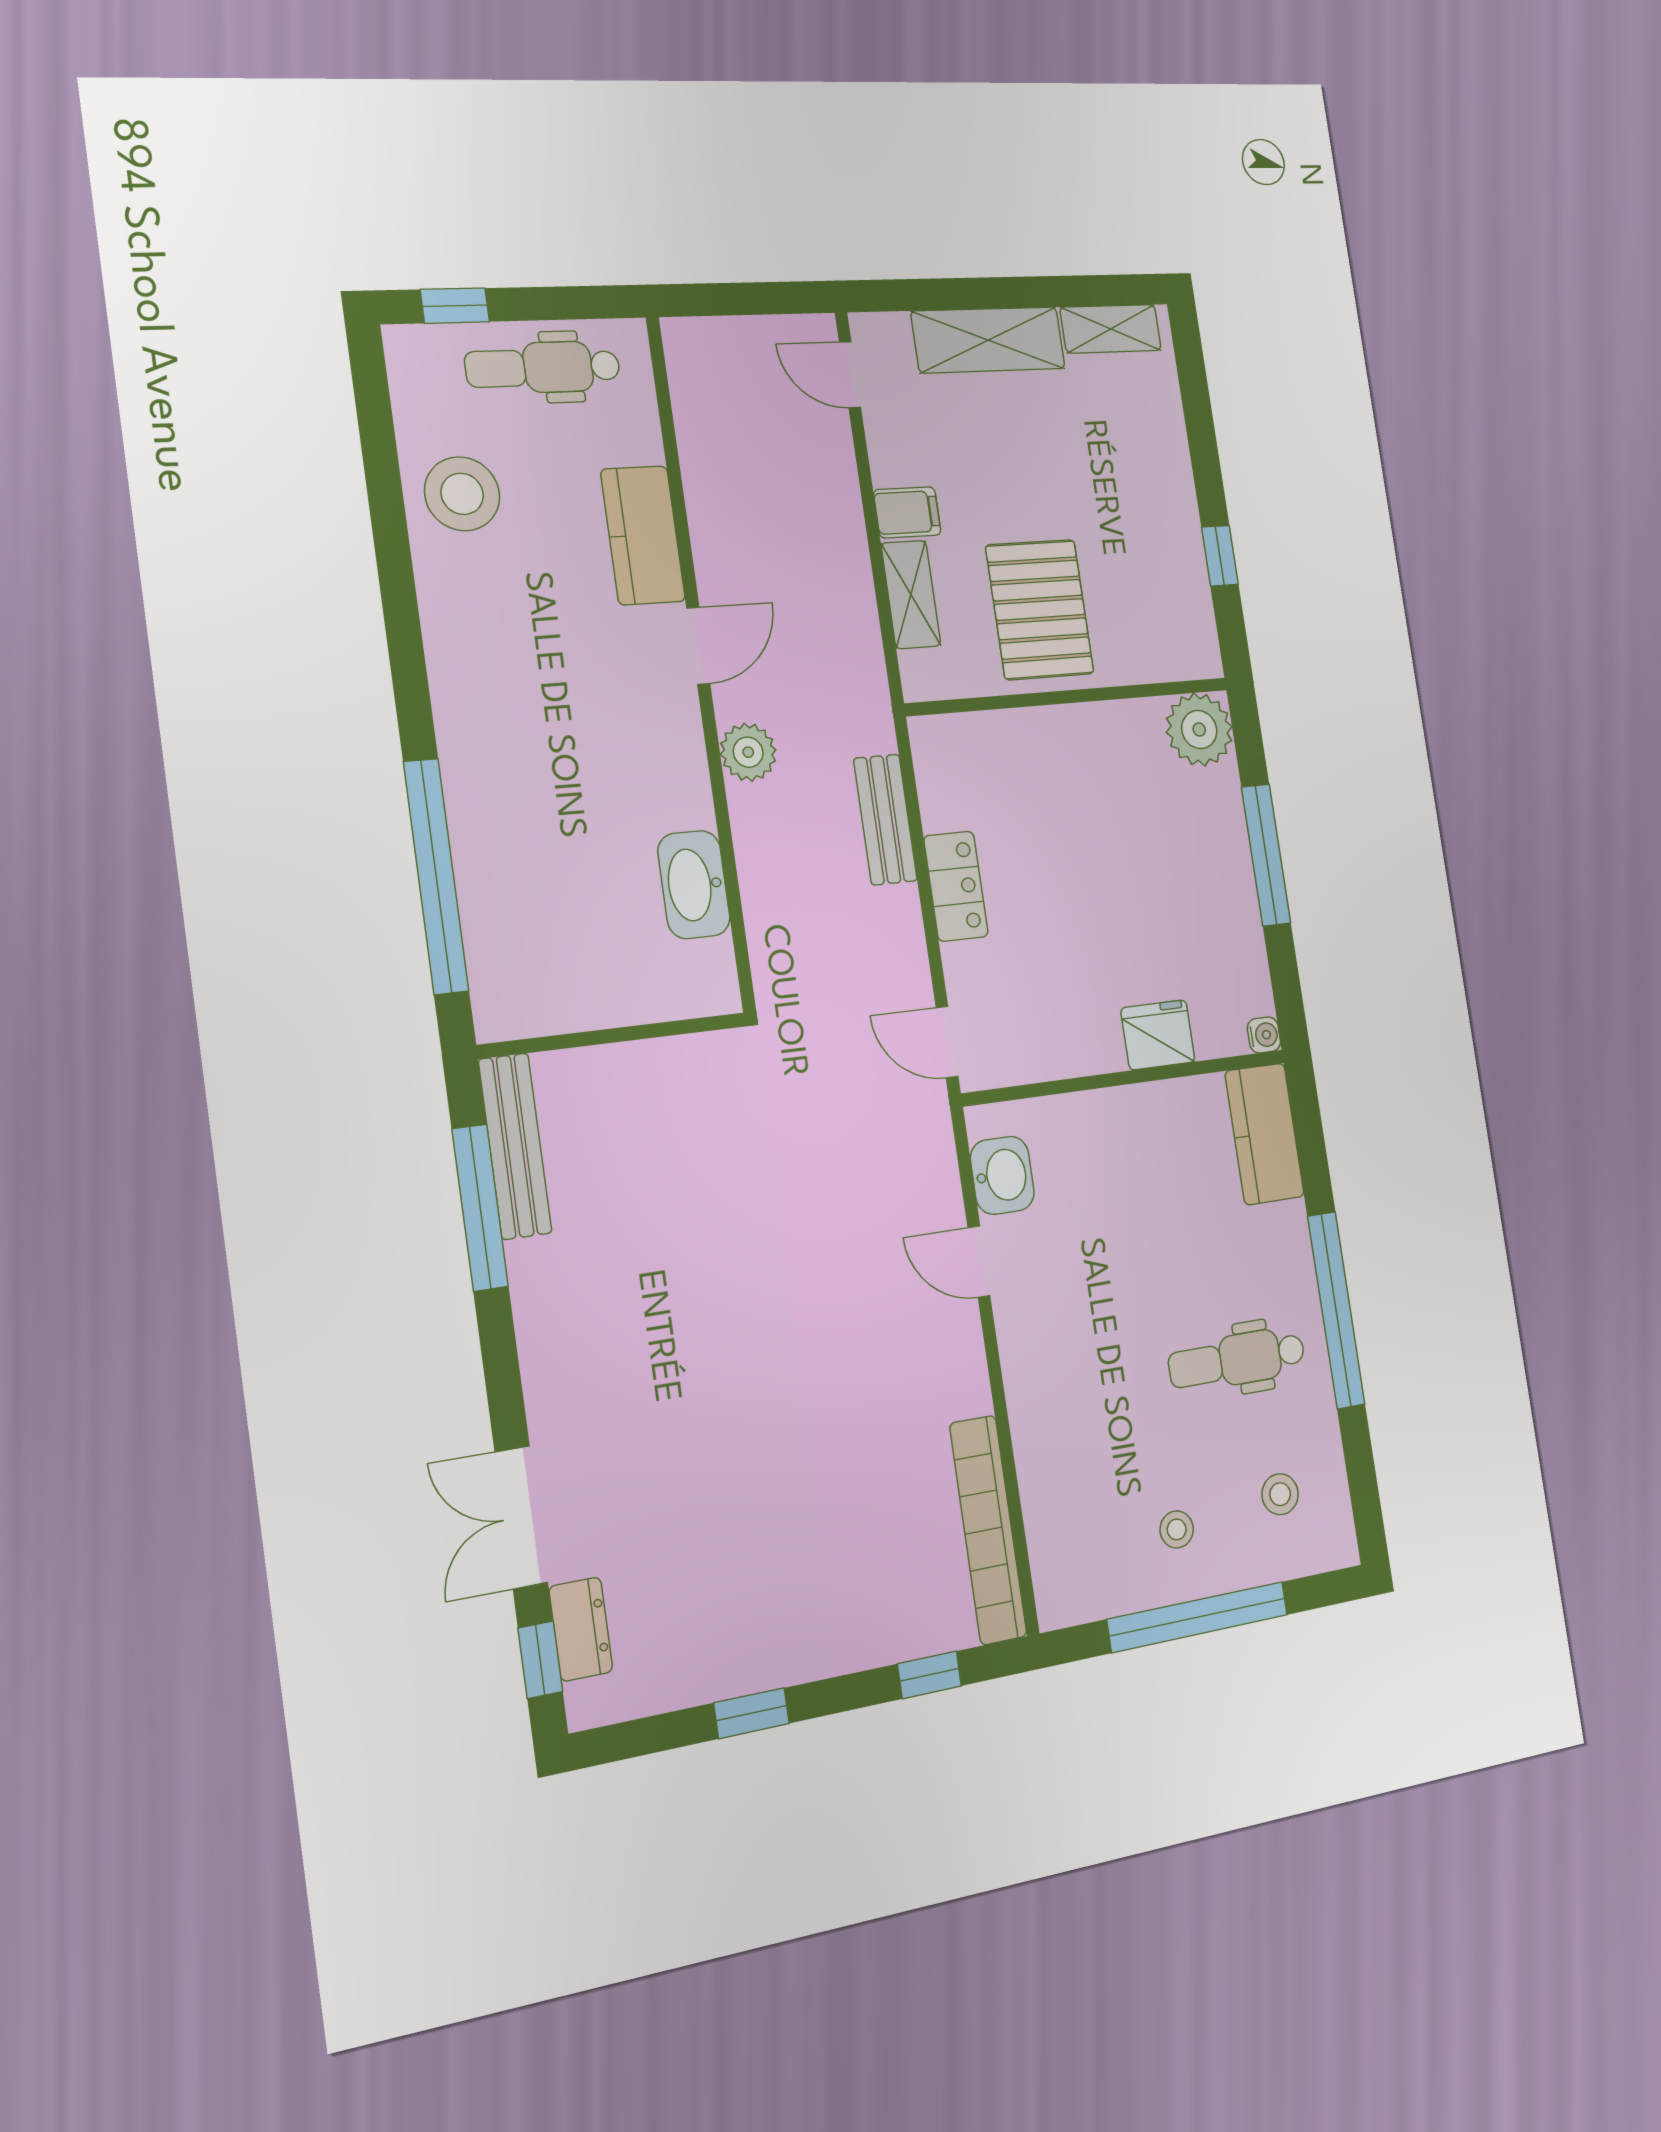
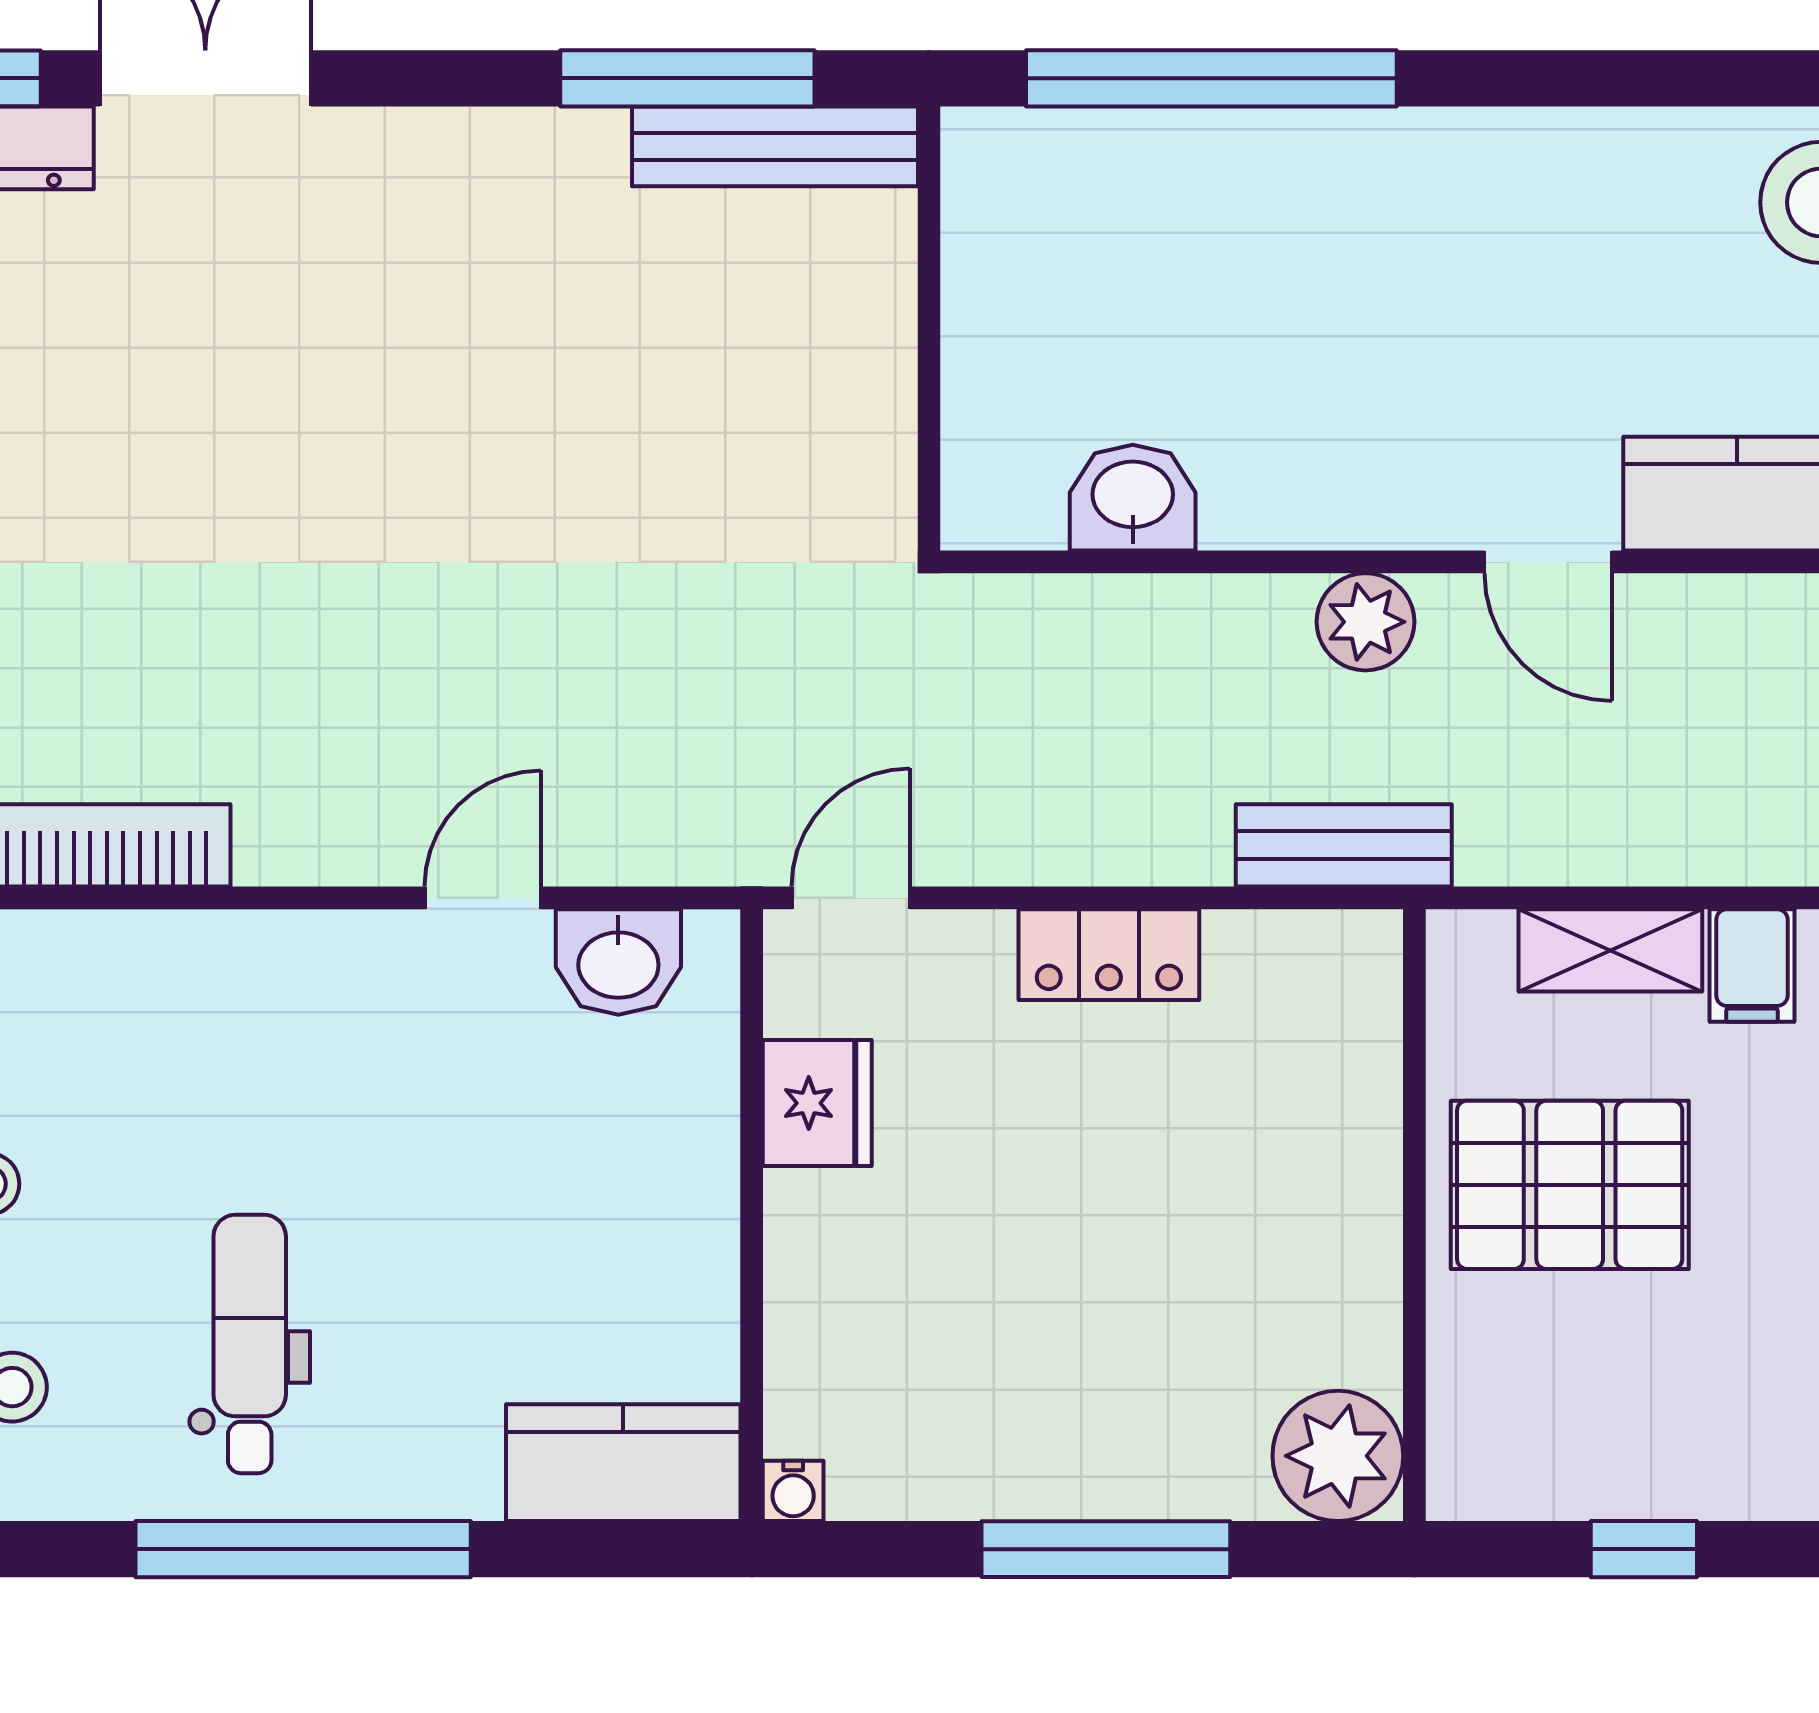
bench: (885, 820) -> (1344, 845), moved
washbasin: (694, 885) -> (1133, 498), width x0.72
fridge: (1158, 1035) -> (817, 1103), moved

